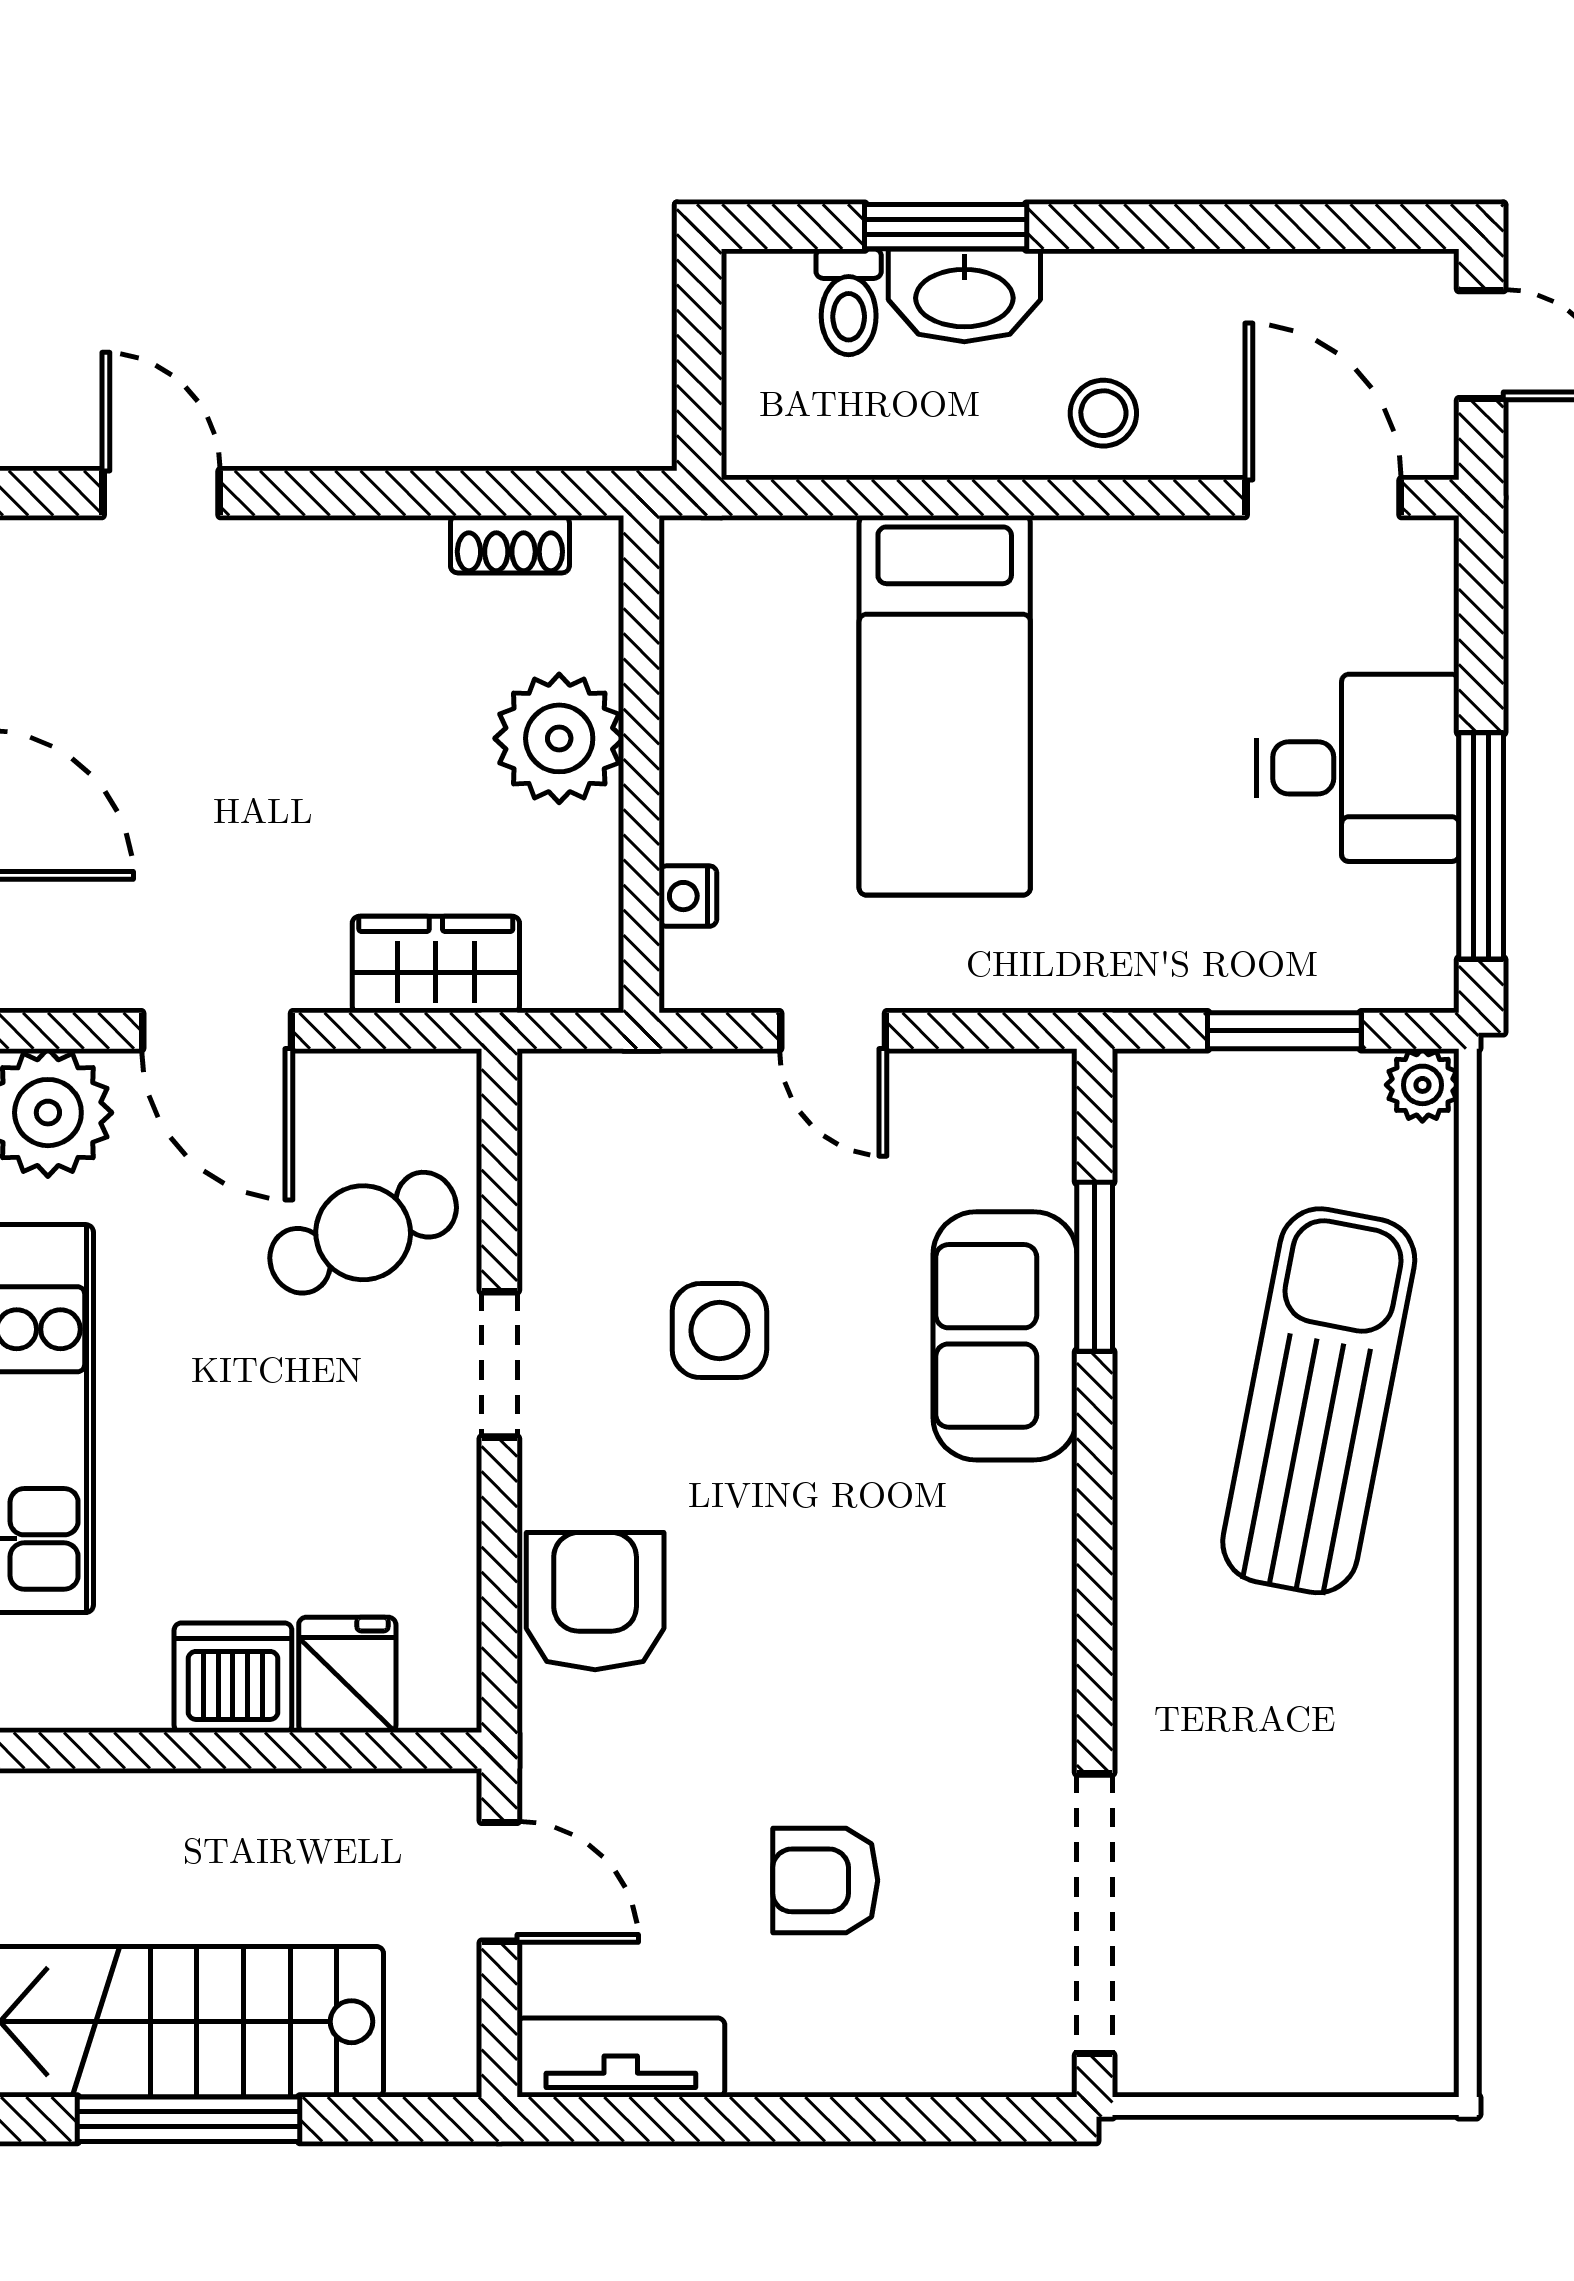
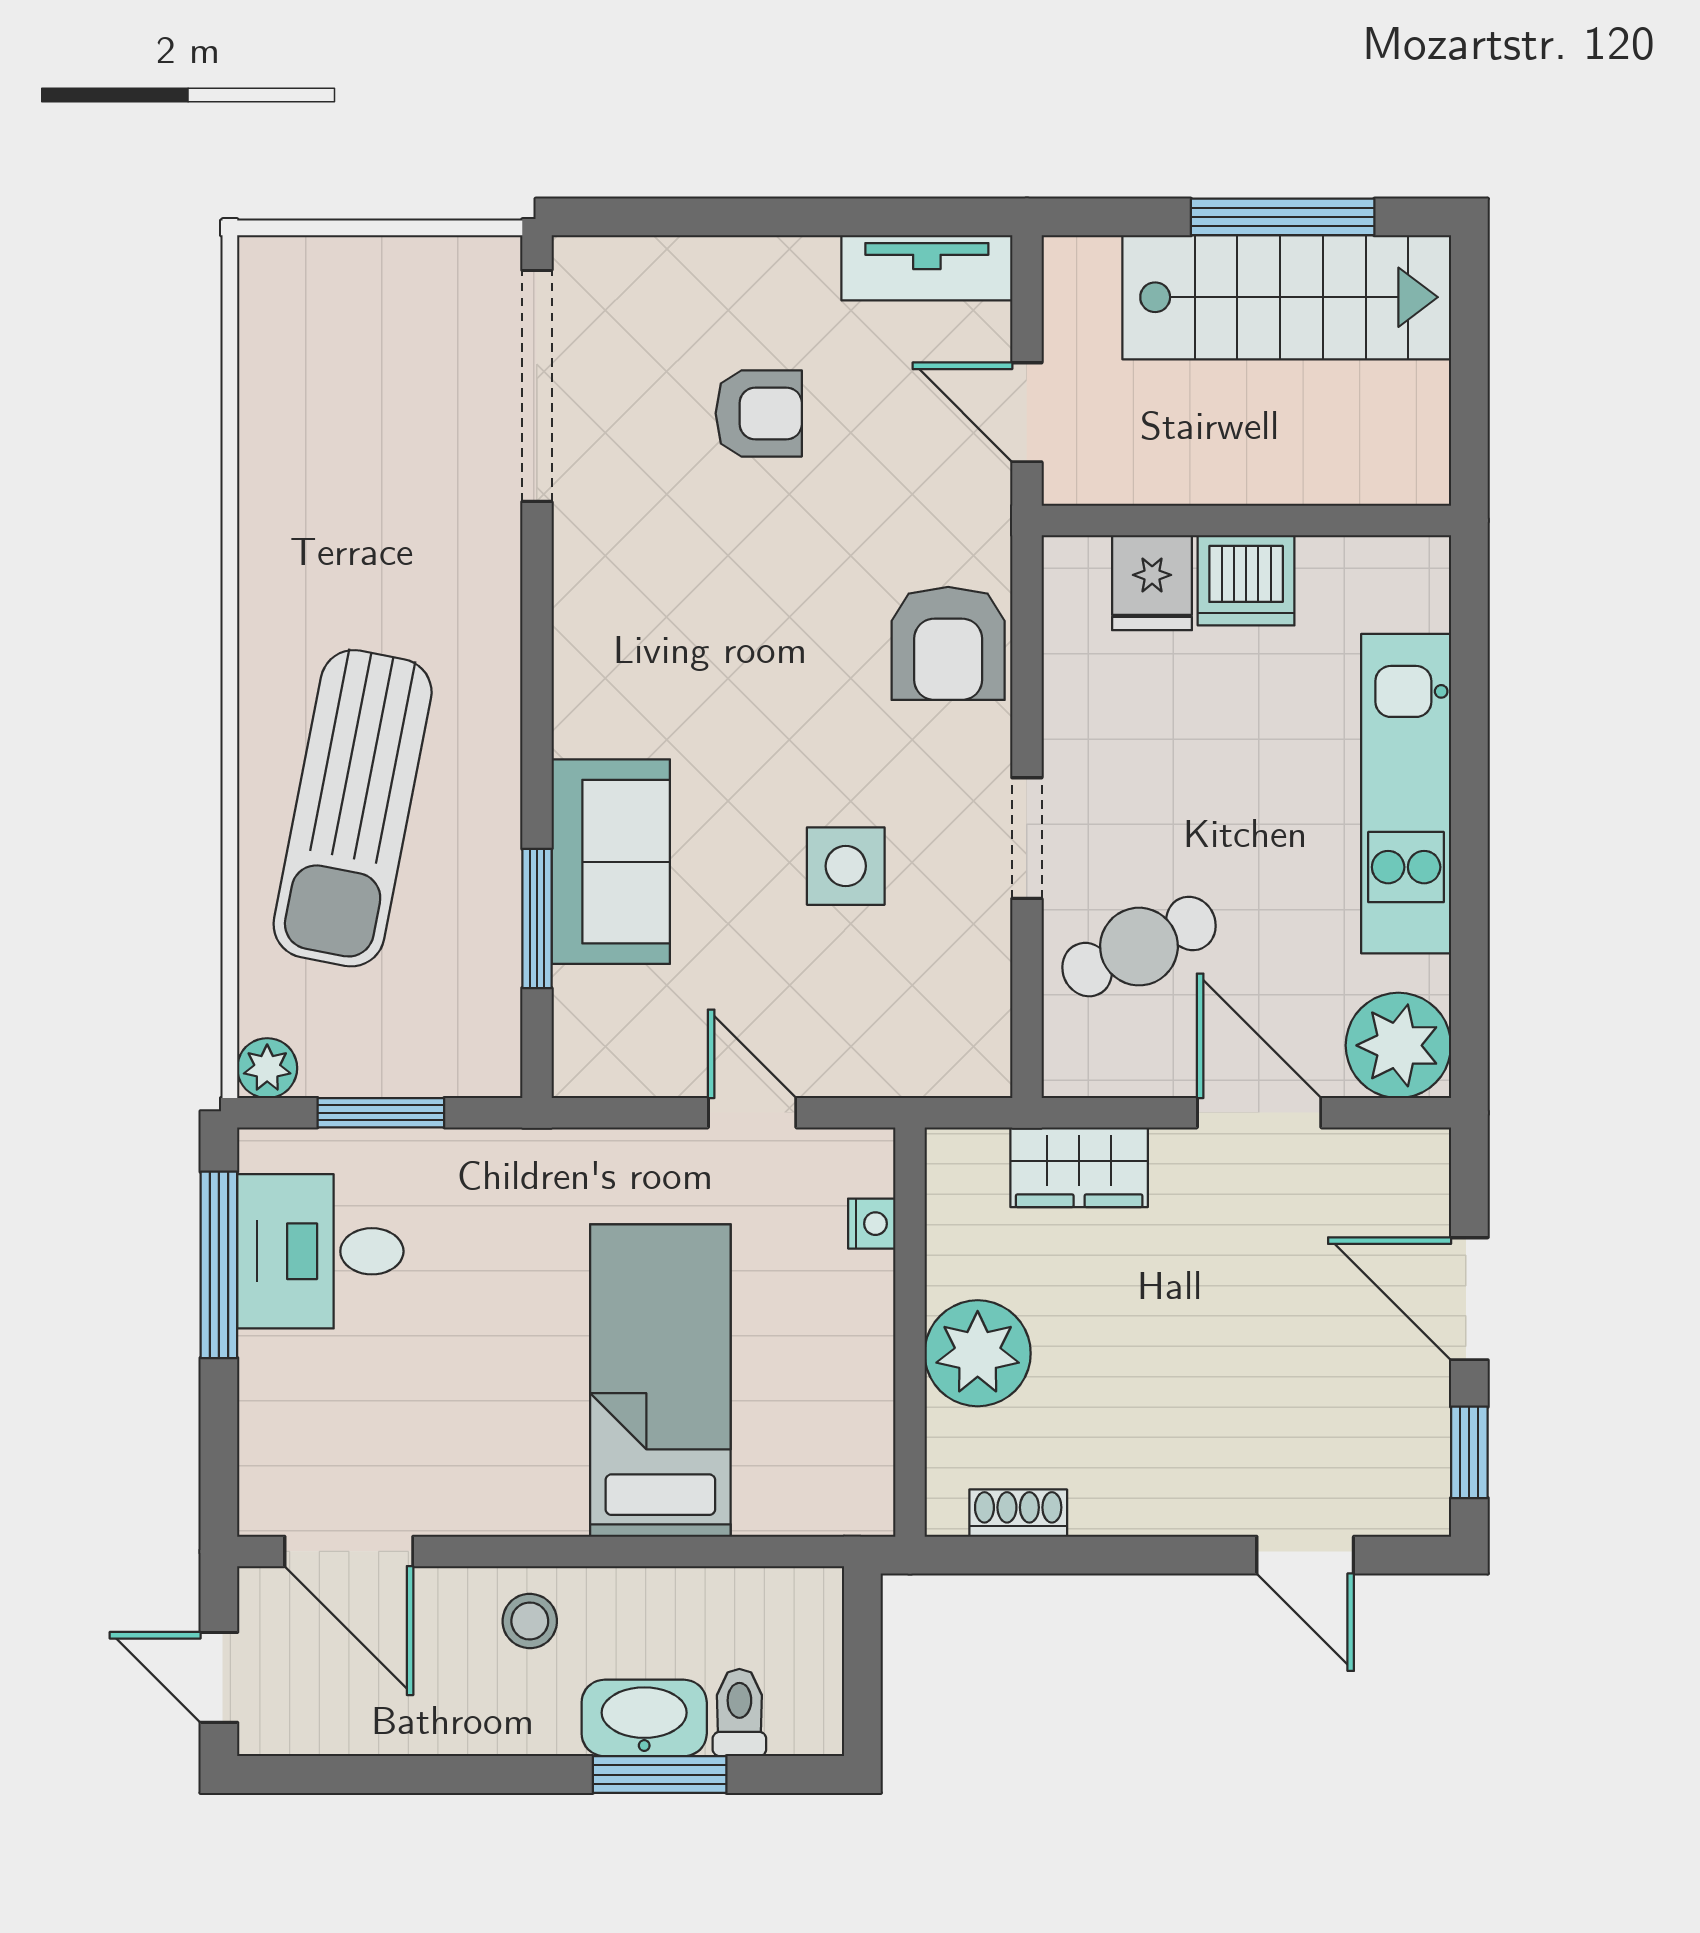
desk: (1358, 768) -> (320, 1251), moved

